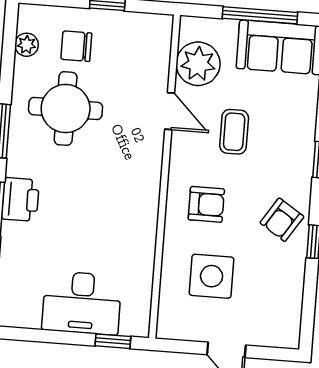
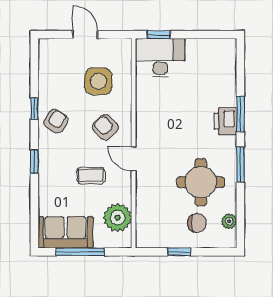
door: (170, 111) -> (134, 159), moved
coffee table: (234, 132) -> (91, 176), turned 90
armchair: (206, 204) -> (105, 127), turned 45
desk: (82, 303) -> (160, 58), moved

